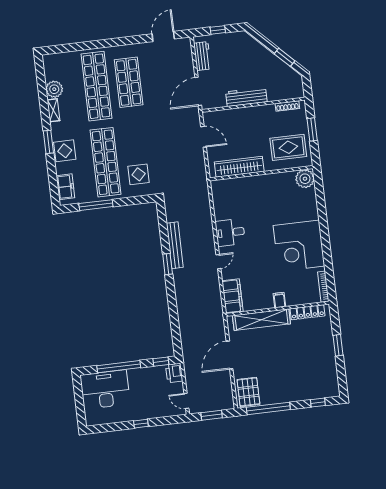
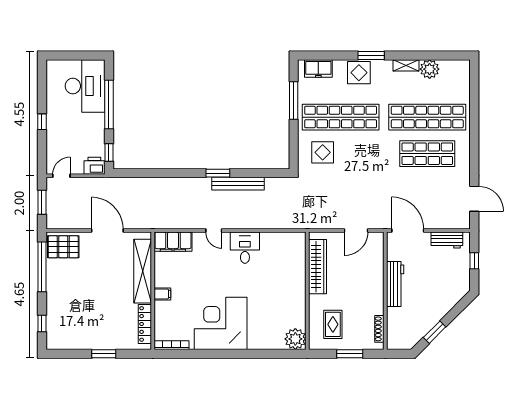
rug: (288, 147) -> (333, 324), width x0.73, depth x0.70

